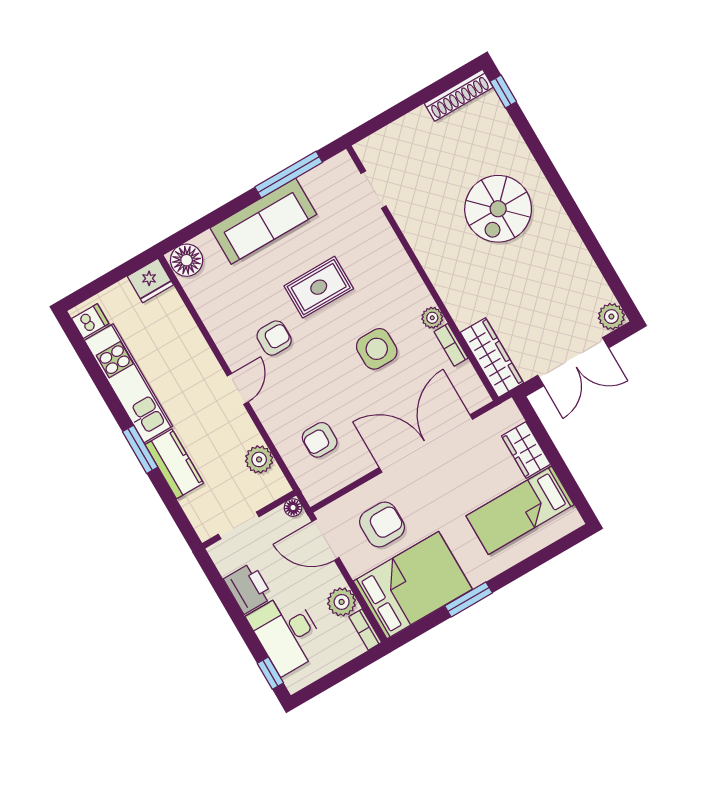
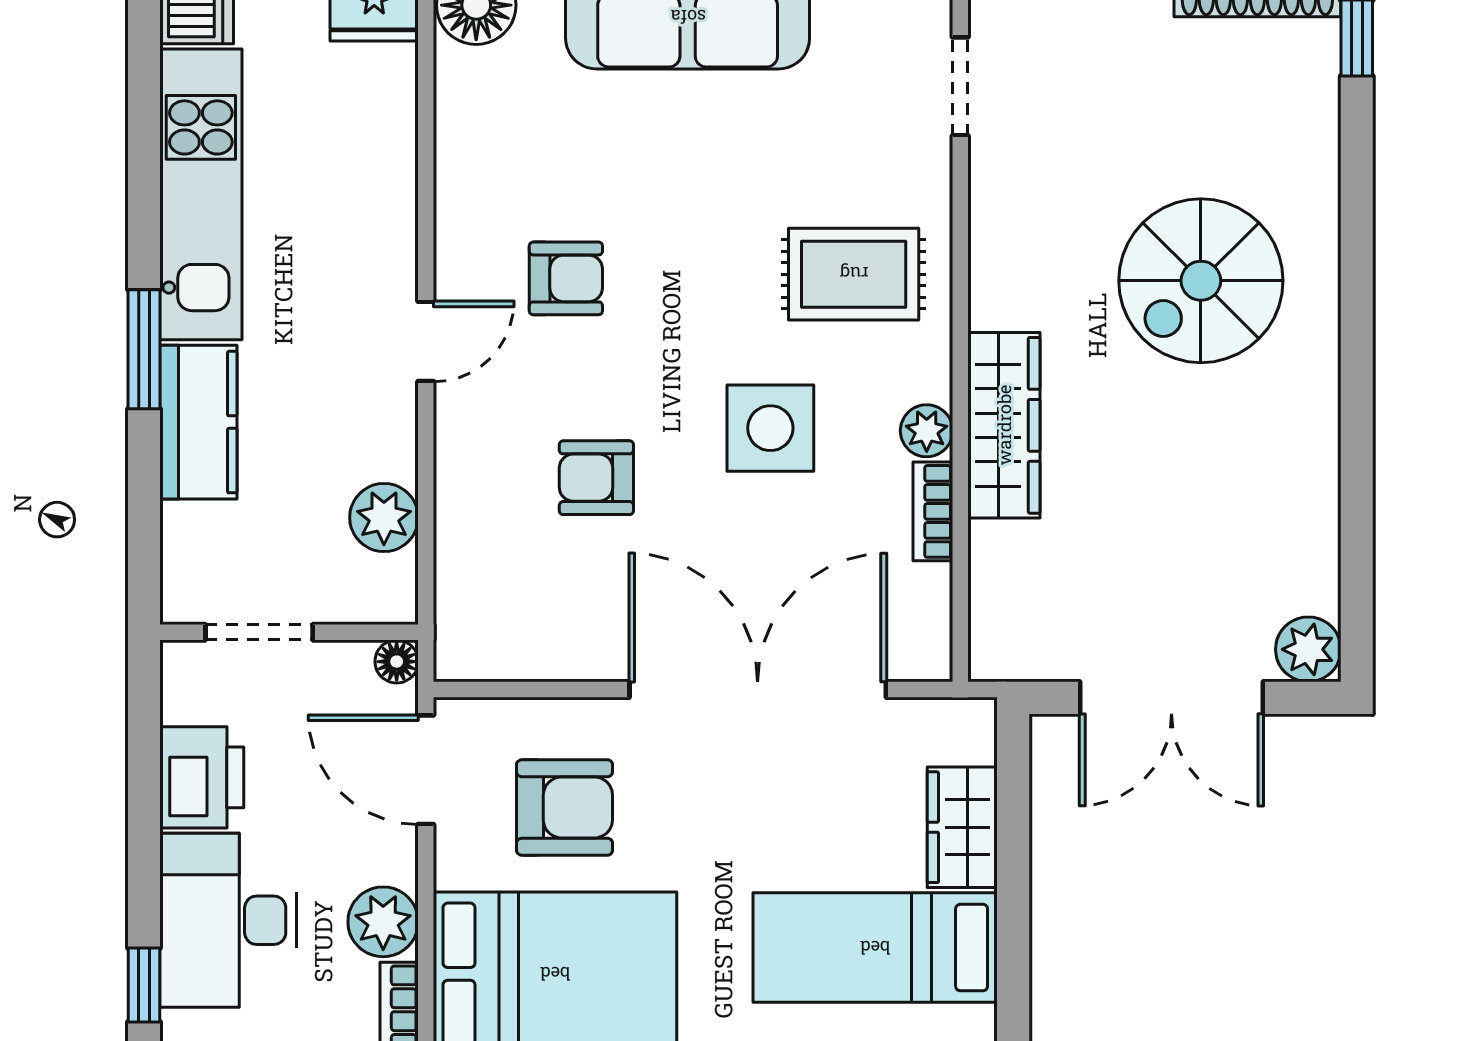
rug: (319, 287) -> (854, 274), moved
wardrobe: (492, 358) -> (1004, 425), moved
armchair: (320, 440) -> (596, 478), moved

